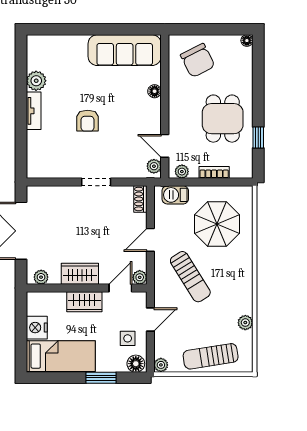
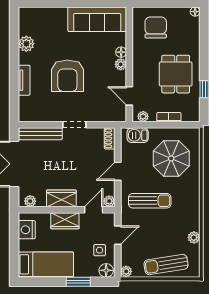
chair: (198, 60) -> (156, 27), turned -153
tv unit: (34, 111) -> (24, 80), moved
armchair: (88, 121) -> (67, 76), width x1.88, depth x1.88
plant: (154, 166) -> (121, 64), moved
bench: (54, 193) -> (40, 134), added
sun lounger: (190, 277) -> (150, 201), turned -58
nightstand: (37, 328) -> (27, 230), moved

